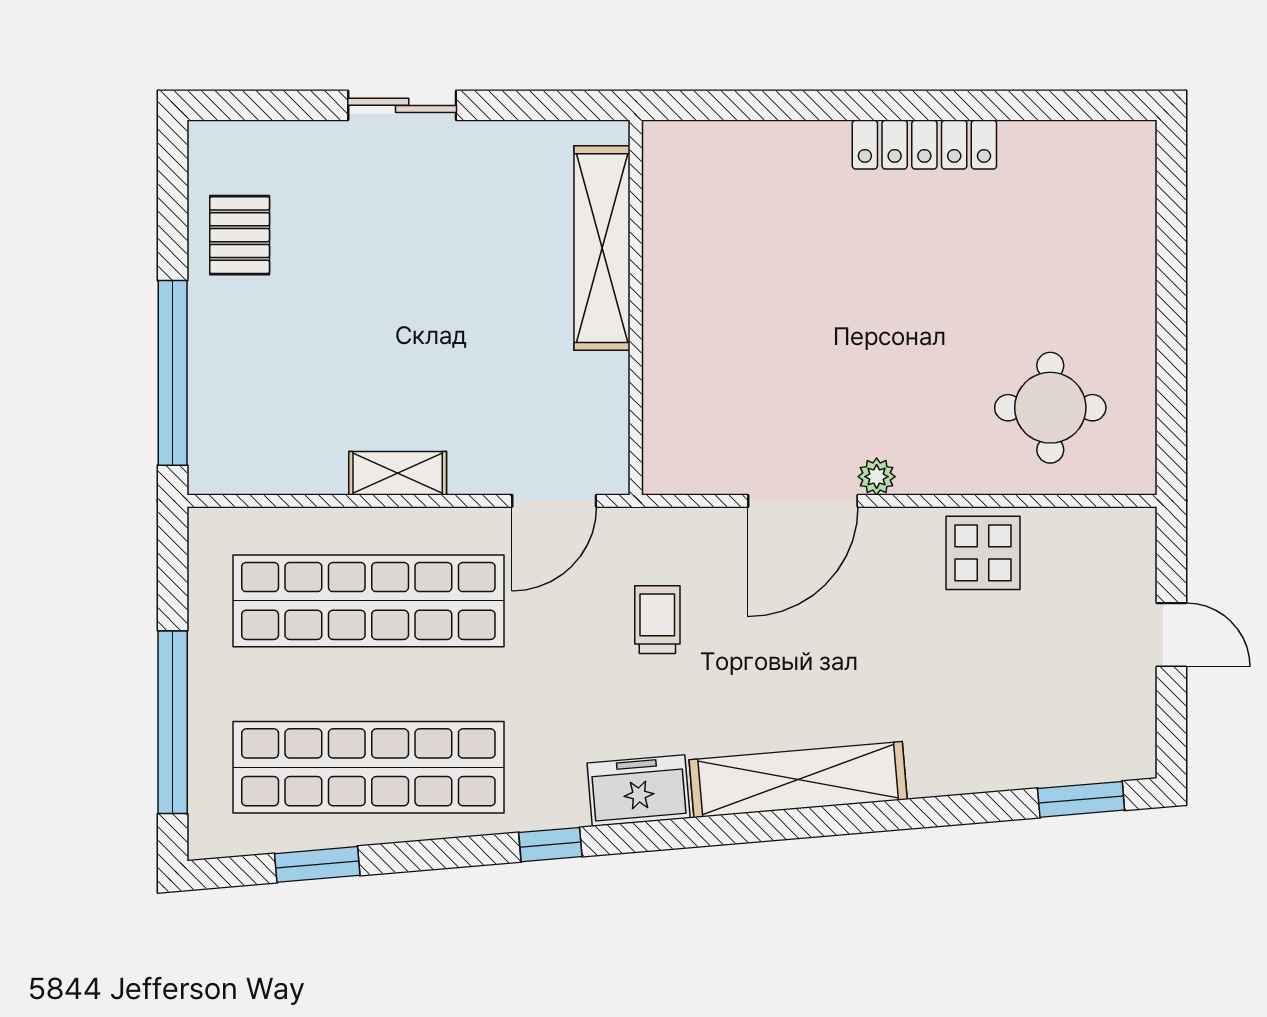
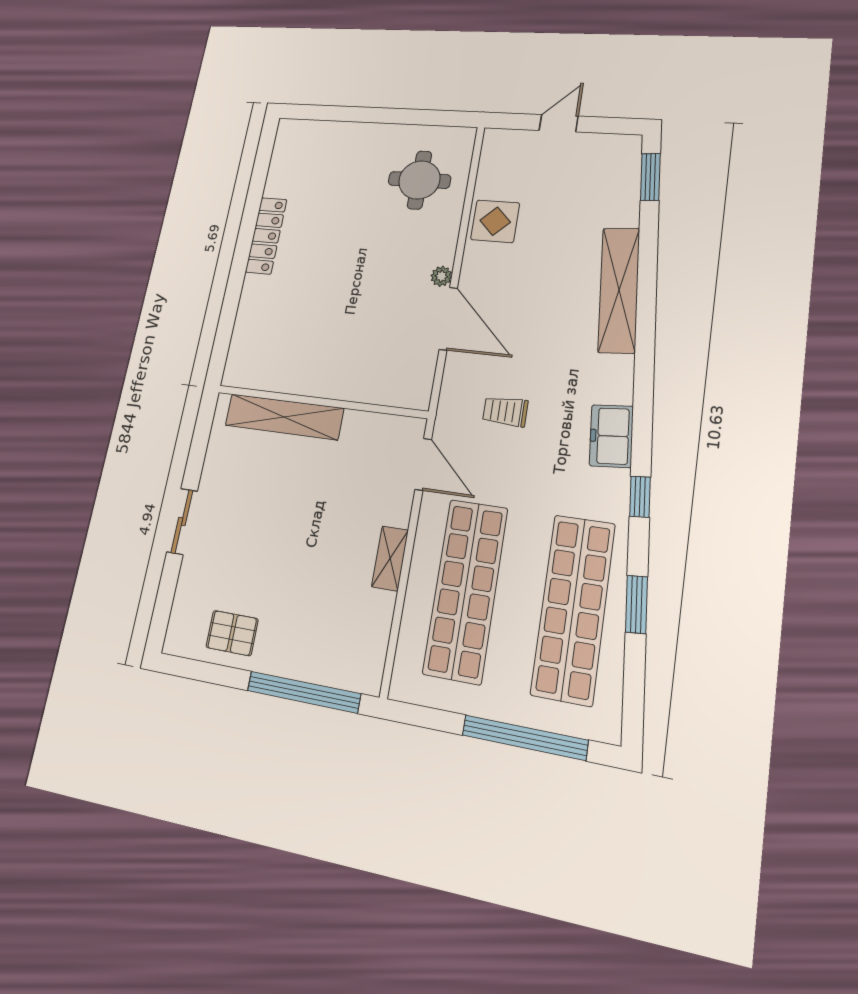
shelving: (798, 780) -> (619, 290), moved
window: (317, 864) -> (636, 604), moved

